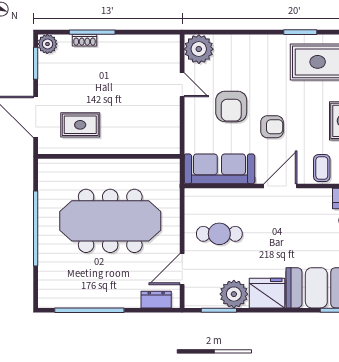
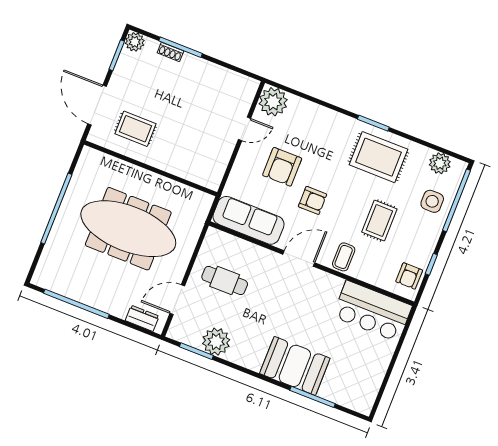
door: (182, 85) -> (244, 129), hinge flipped
fridge: (267, 293) -> (247, 353), removed

